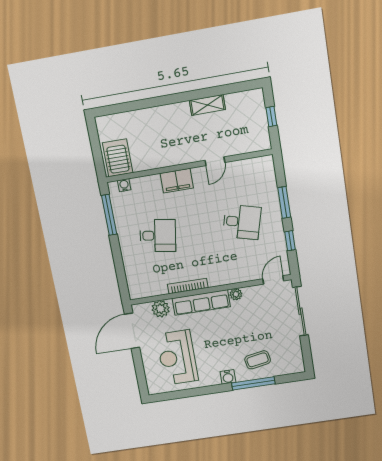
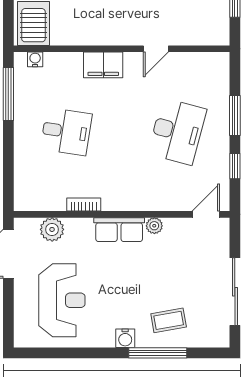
desk: (242, 222) -> (177, 132), width x1.37
bookcase: (188, 286) -> (84, 204), width x0.64
row of seats: (201, 302) -> (119, 230), width x0.68
sliding door: (300, 311) -> (235, 292), moved
reception desk: (177, 358) -> (62, 300), turned 180

